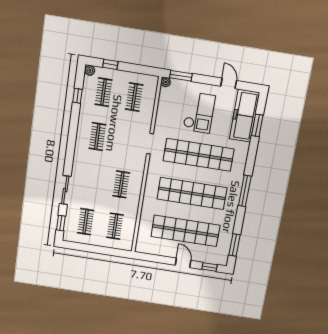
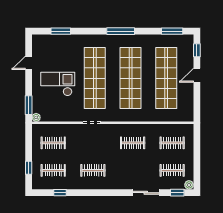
plant: (90, 70) -> (189, 185), moved
freezer: (244, 116) -> (54, 44), removed

